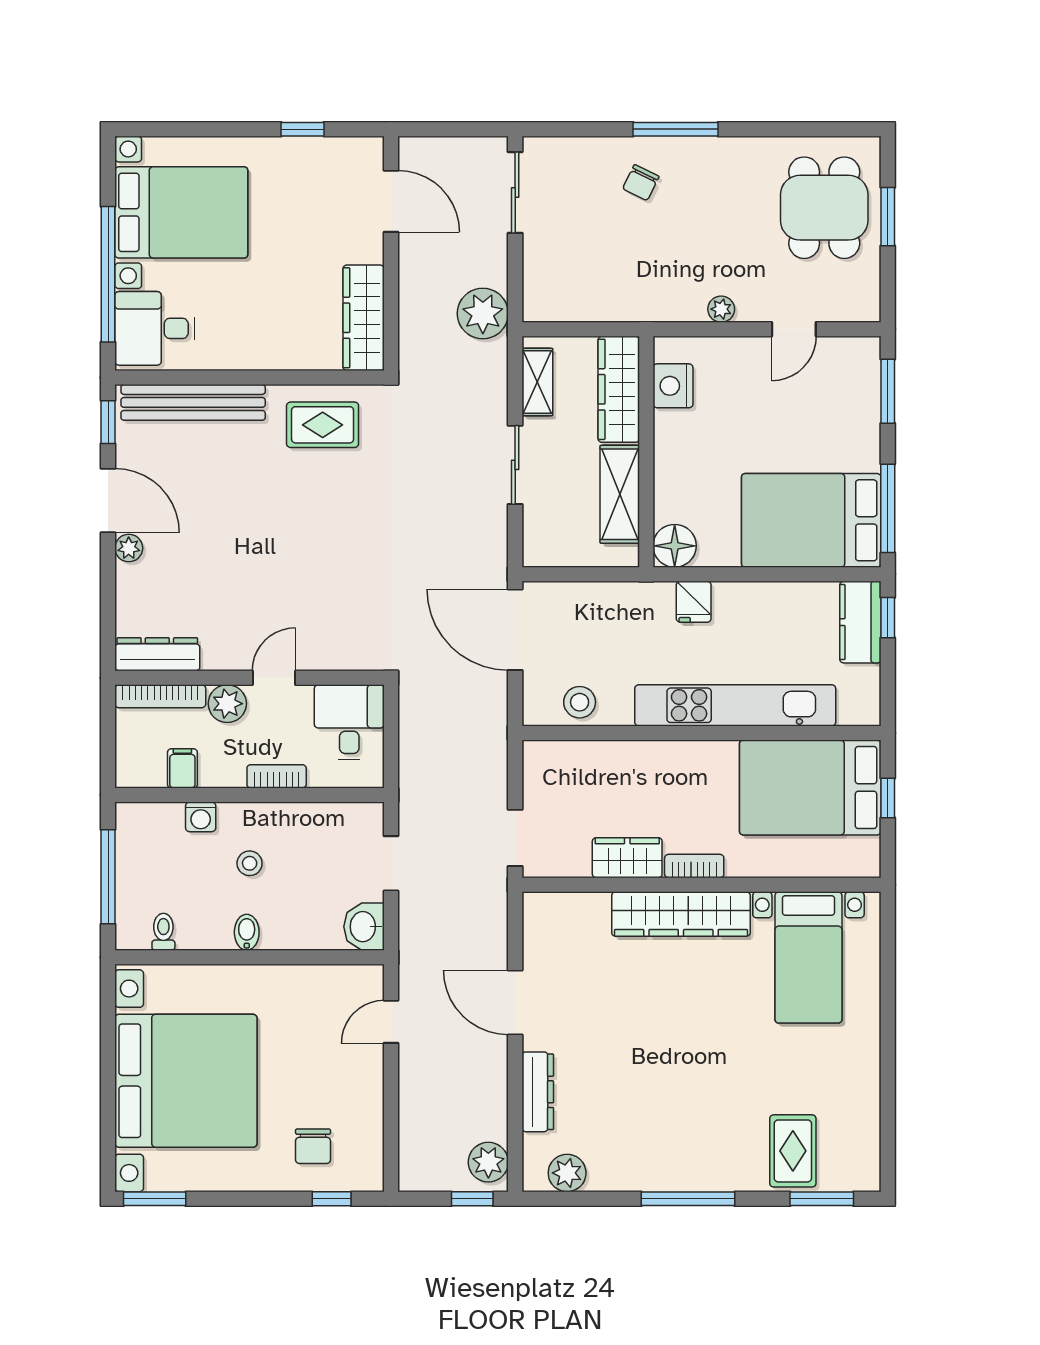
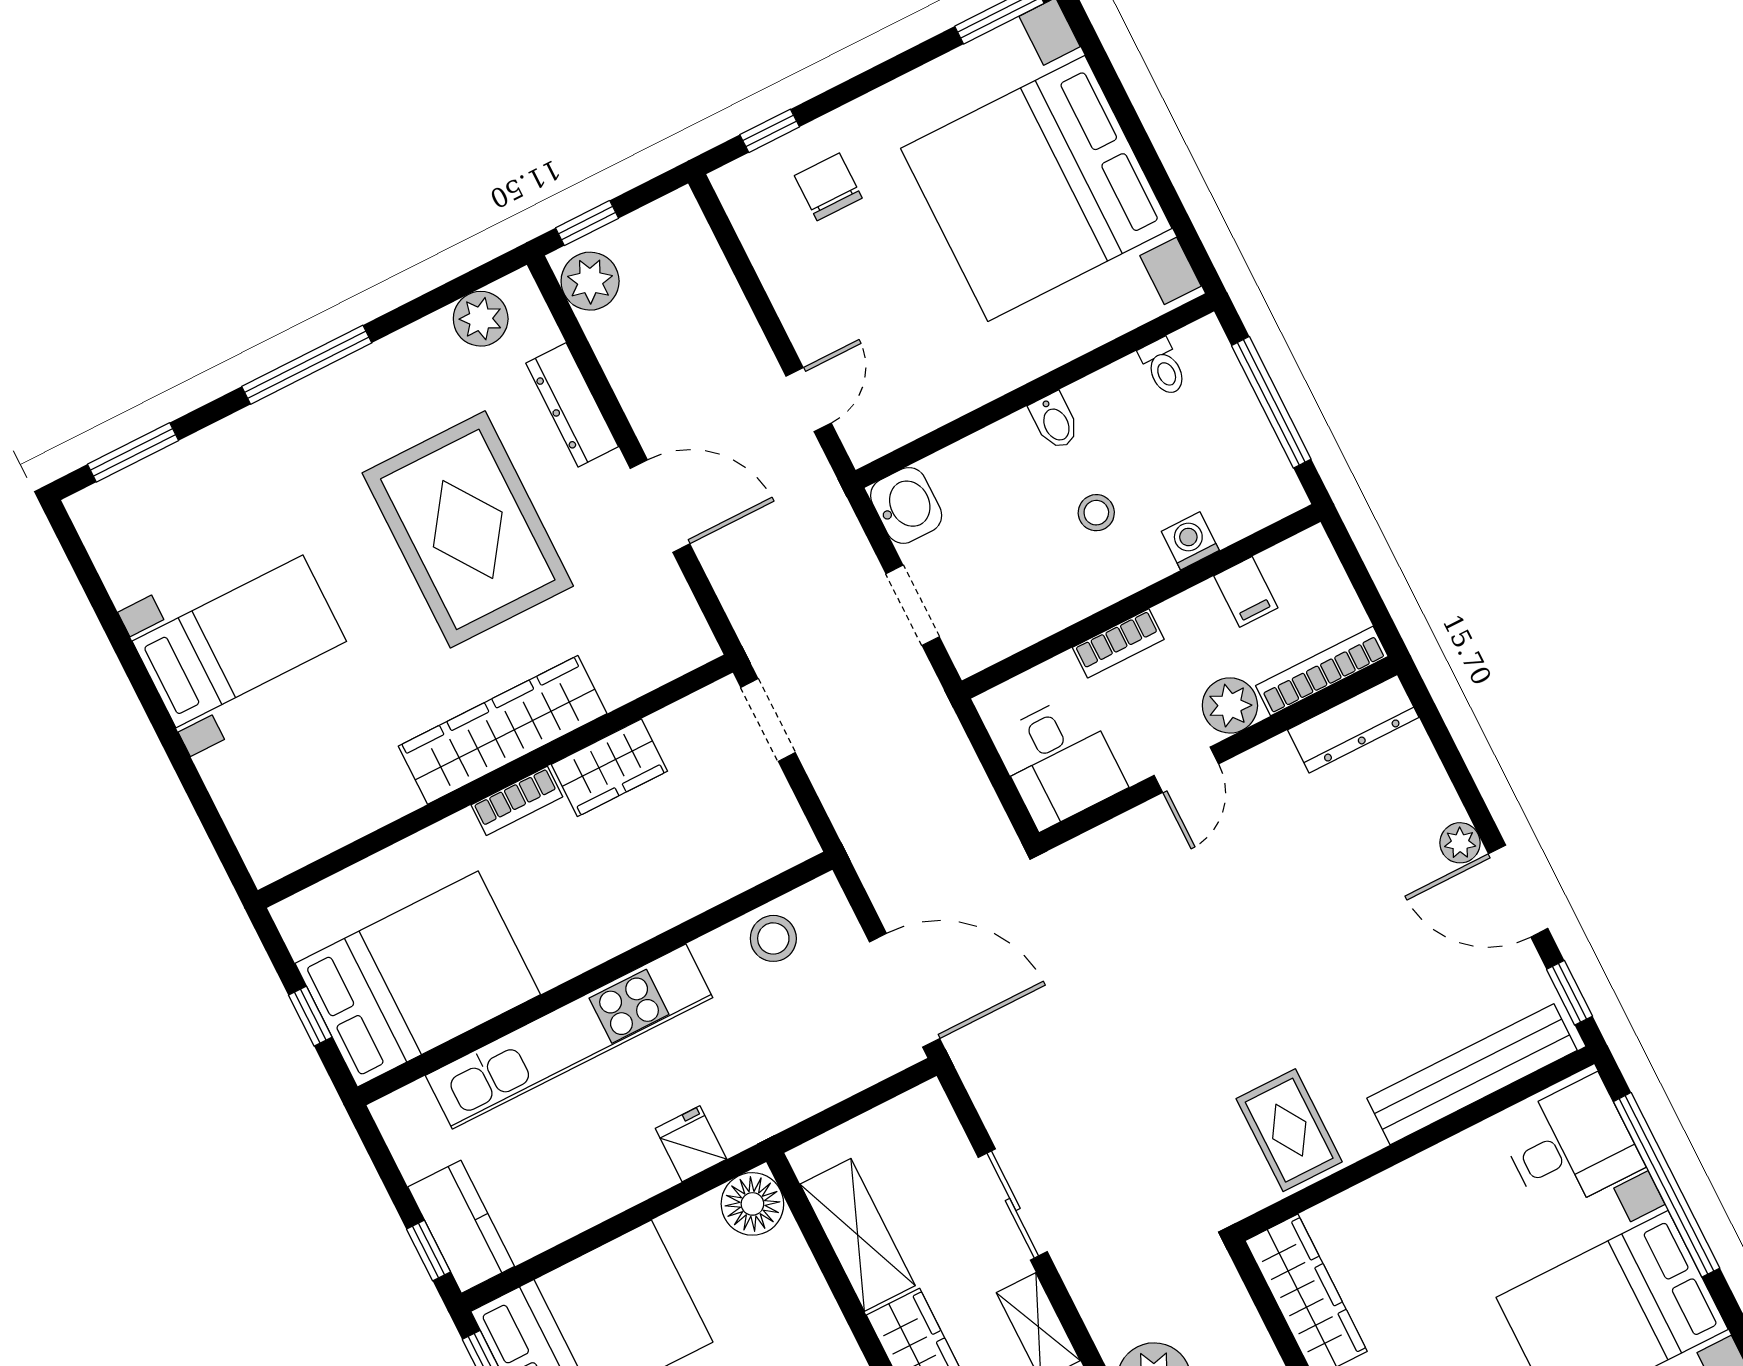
rug: (323, 425) -> (1289, 1130), turned 90
bed with nightstands: (808, 957) -> (239, 641), moved, turned 90
rug: (793, 1151) -> (468, 529), moved, width x1.86, depth x2.06

